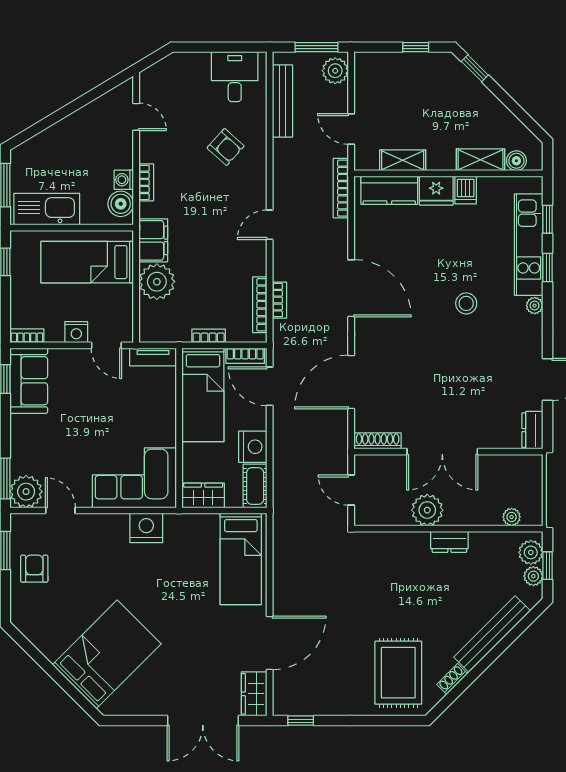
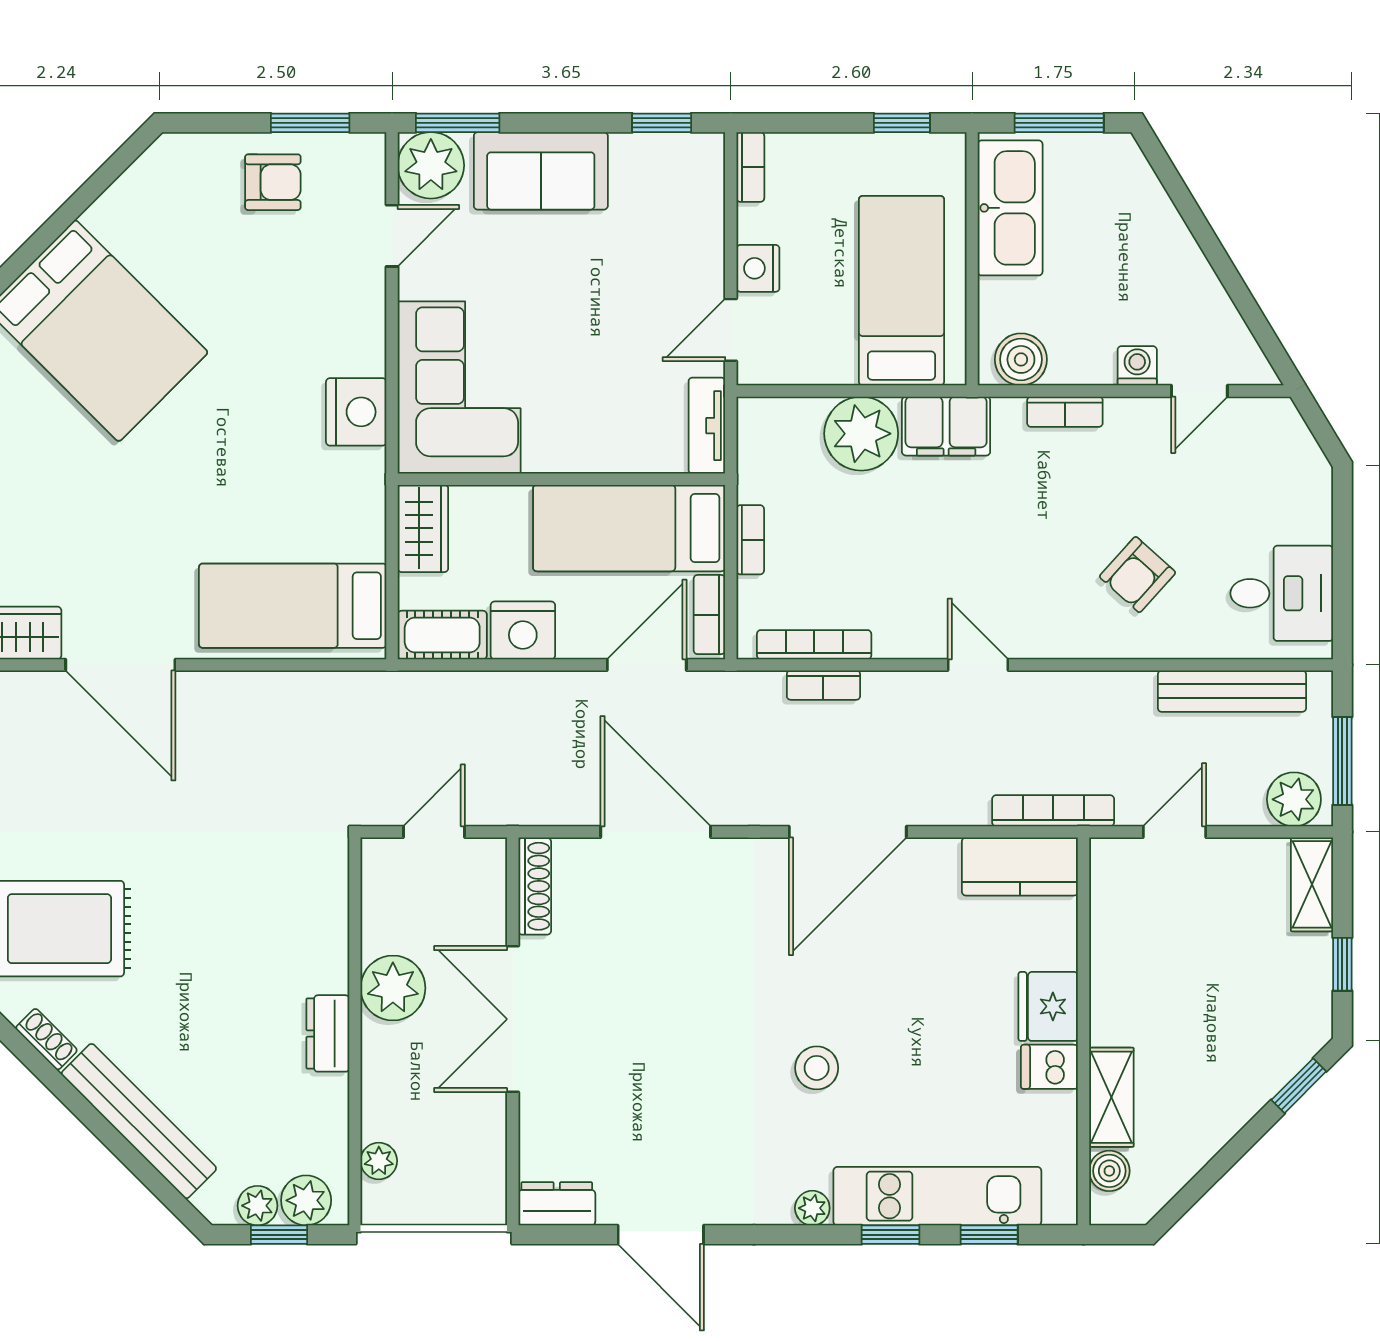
shelving: (403, 160) -> (1312, 884), moved
washing machine: (124, 180) -> (1137, 366), moved
kitchen counter: (389, 190) -> (1020, 866), moved, turned -90
sofa: (29, 381) -> (541, 171), moved

